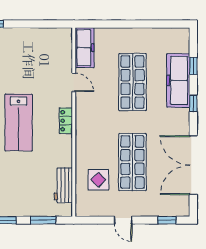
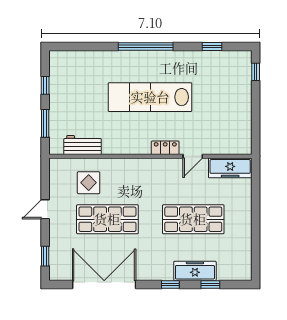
freezer: (178, 81) -> (195, 271), width x0.73, depth x0.79
locker: (66, 121) -> (165, 148), moved
lab bench: (19, 122) -> (150, 97), width x1.36

